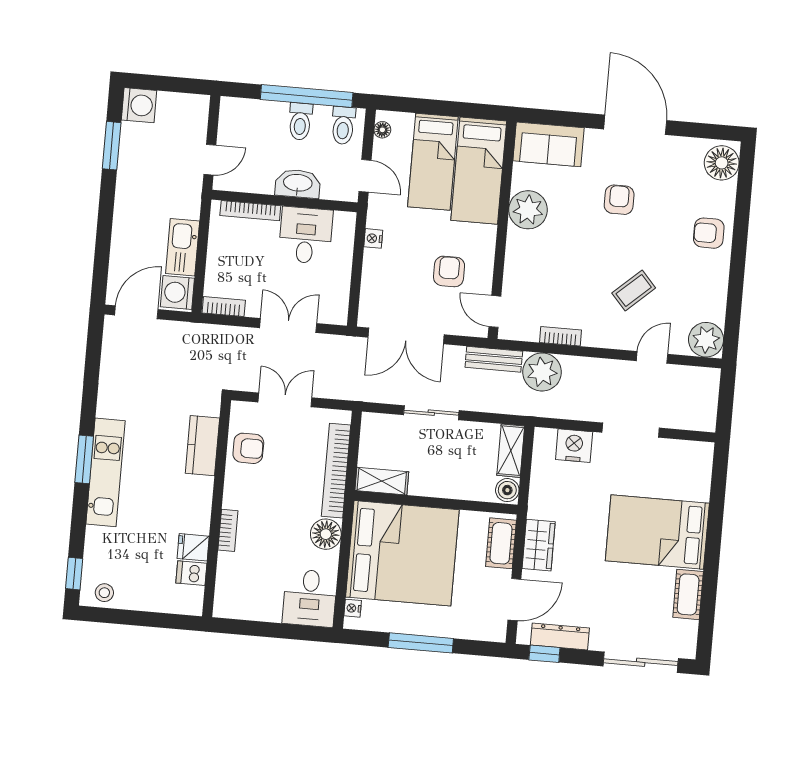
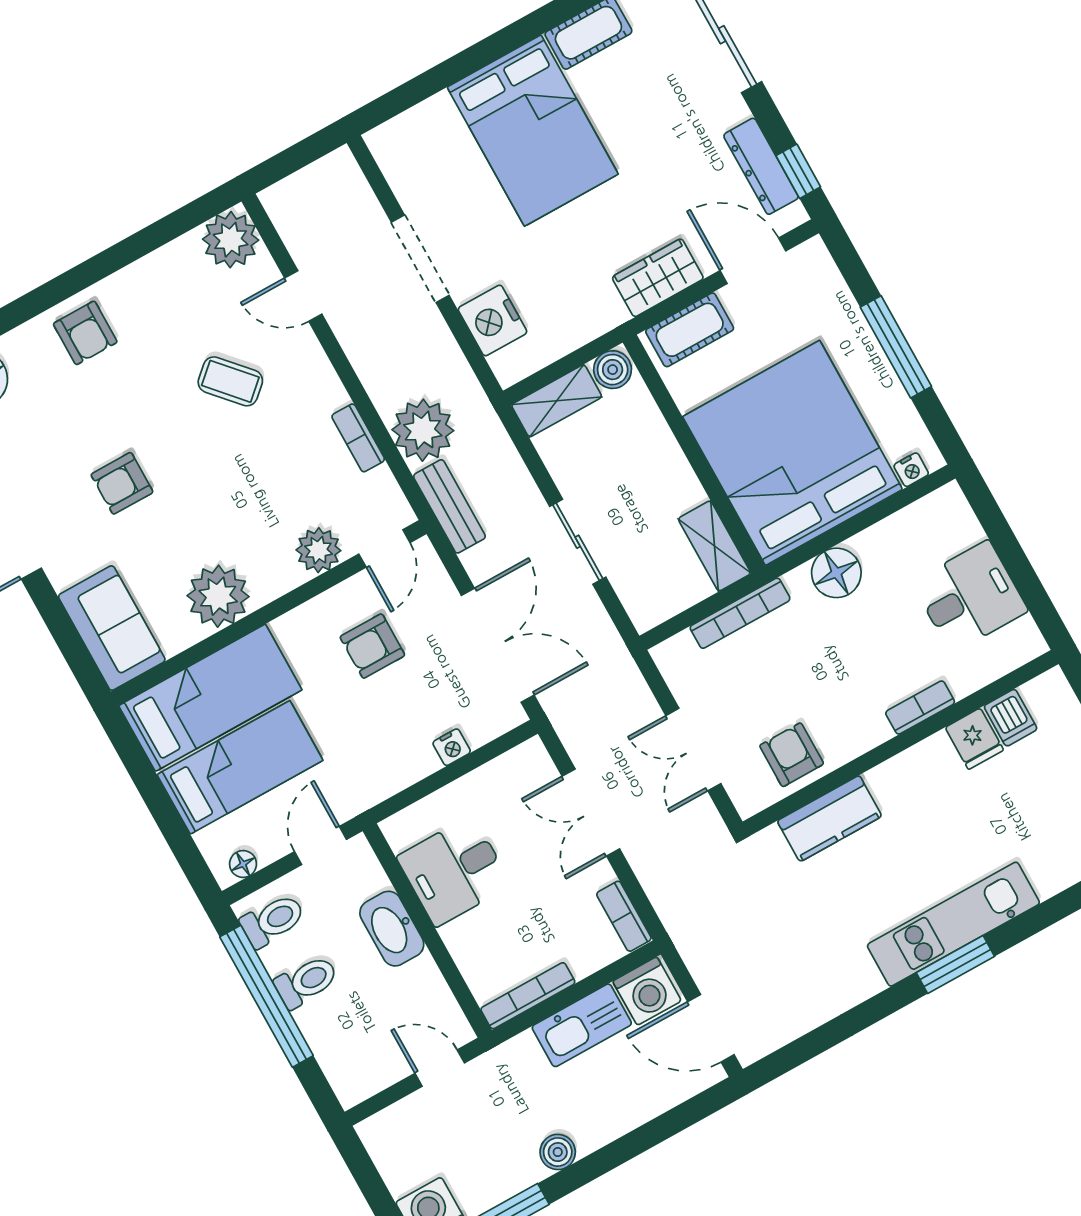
boiler: (126, 191) -> (558, 1152), added
bookcase: (250, 211) -> (528, 996), moved, turned -90
nightstand: (373, 238) -> (452, 747), moved
plant: (517, 277) -> (318, 550), added
bookcase: (336, 471) -> (740, 613), width x0.68, depth x0.76
desk: (310, 598) -> (970, 597), moved

